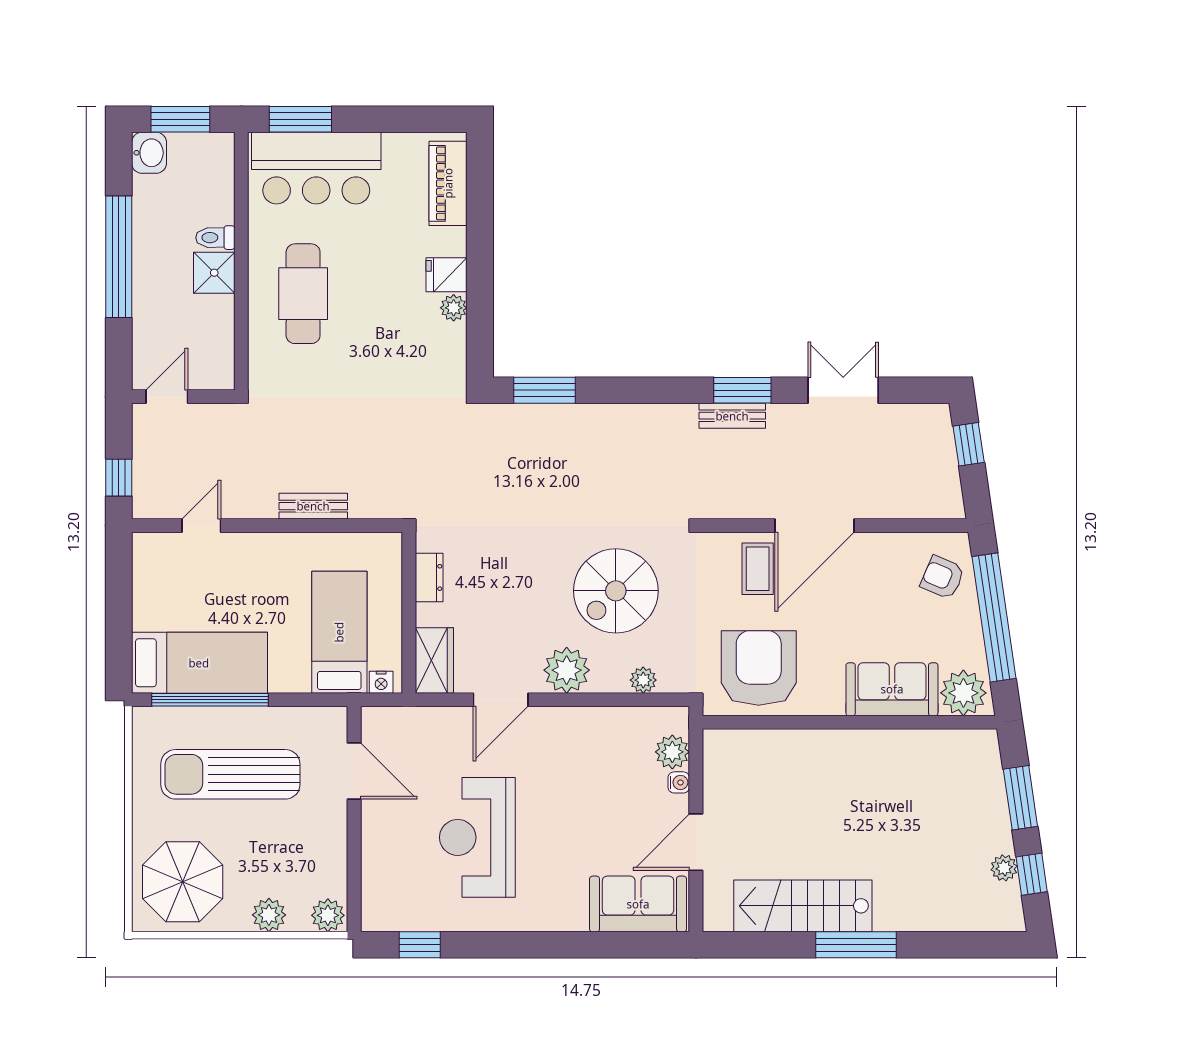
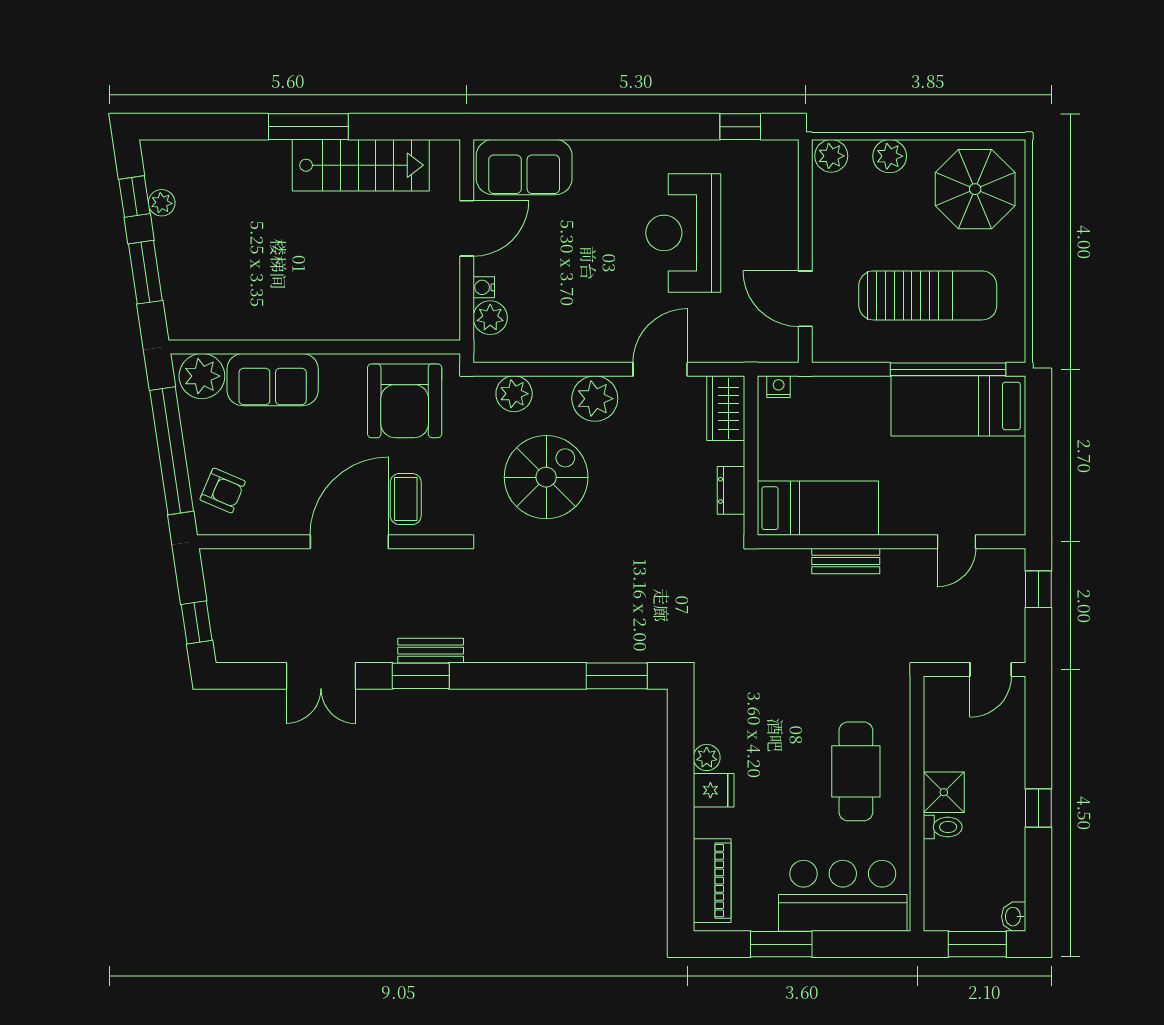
window: (300, 119) -> (781, 944), moved
washbasin: (149, 153) -> (1014, 917), width x0.72, depth x0.69
window: (119, 257) -> (1038, 808), width x0.32
bed: (339, 632) -> (818, 508), moved, turned -90
plant: (643, 680) -> (514, 394), width x1.38, depth x1.38
reception desk: (477, 837) -> (683, 233), turned 180

